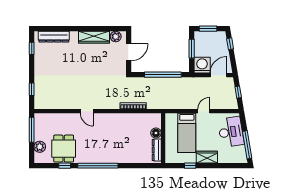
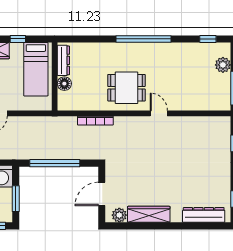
bed: (187, 133) -> (36, 69), moved, turned 180
dining table: (64, 149) -> (126, 88), moved, turned 90
window: (65, 166) -> (208, 39), moved

